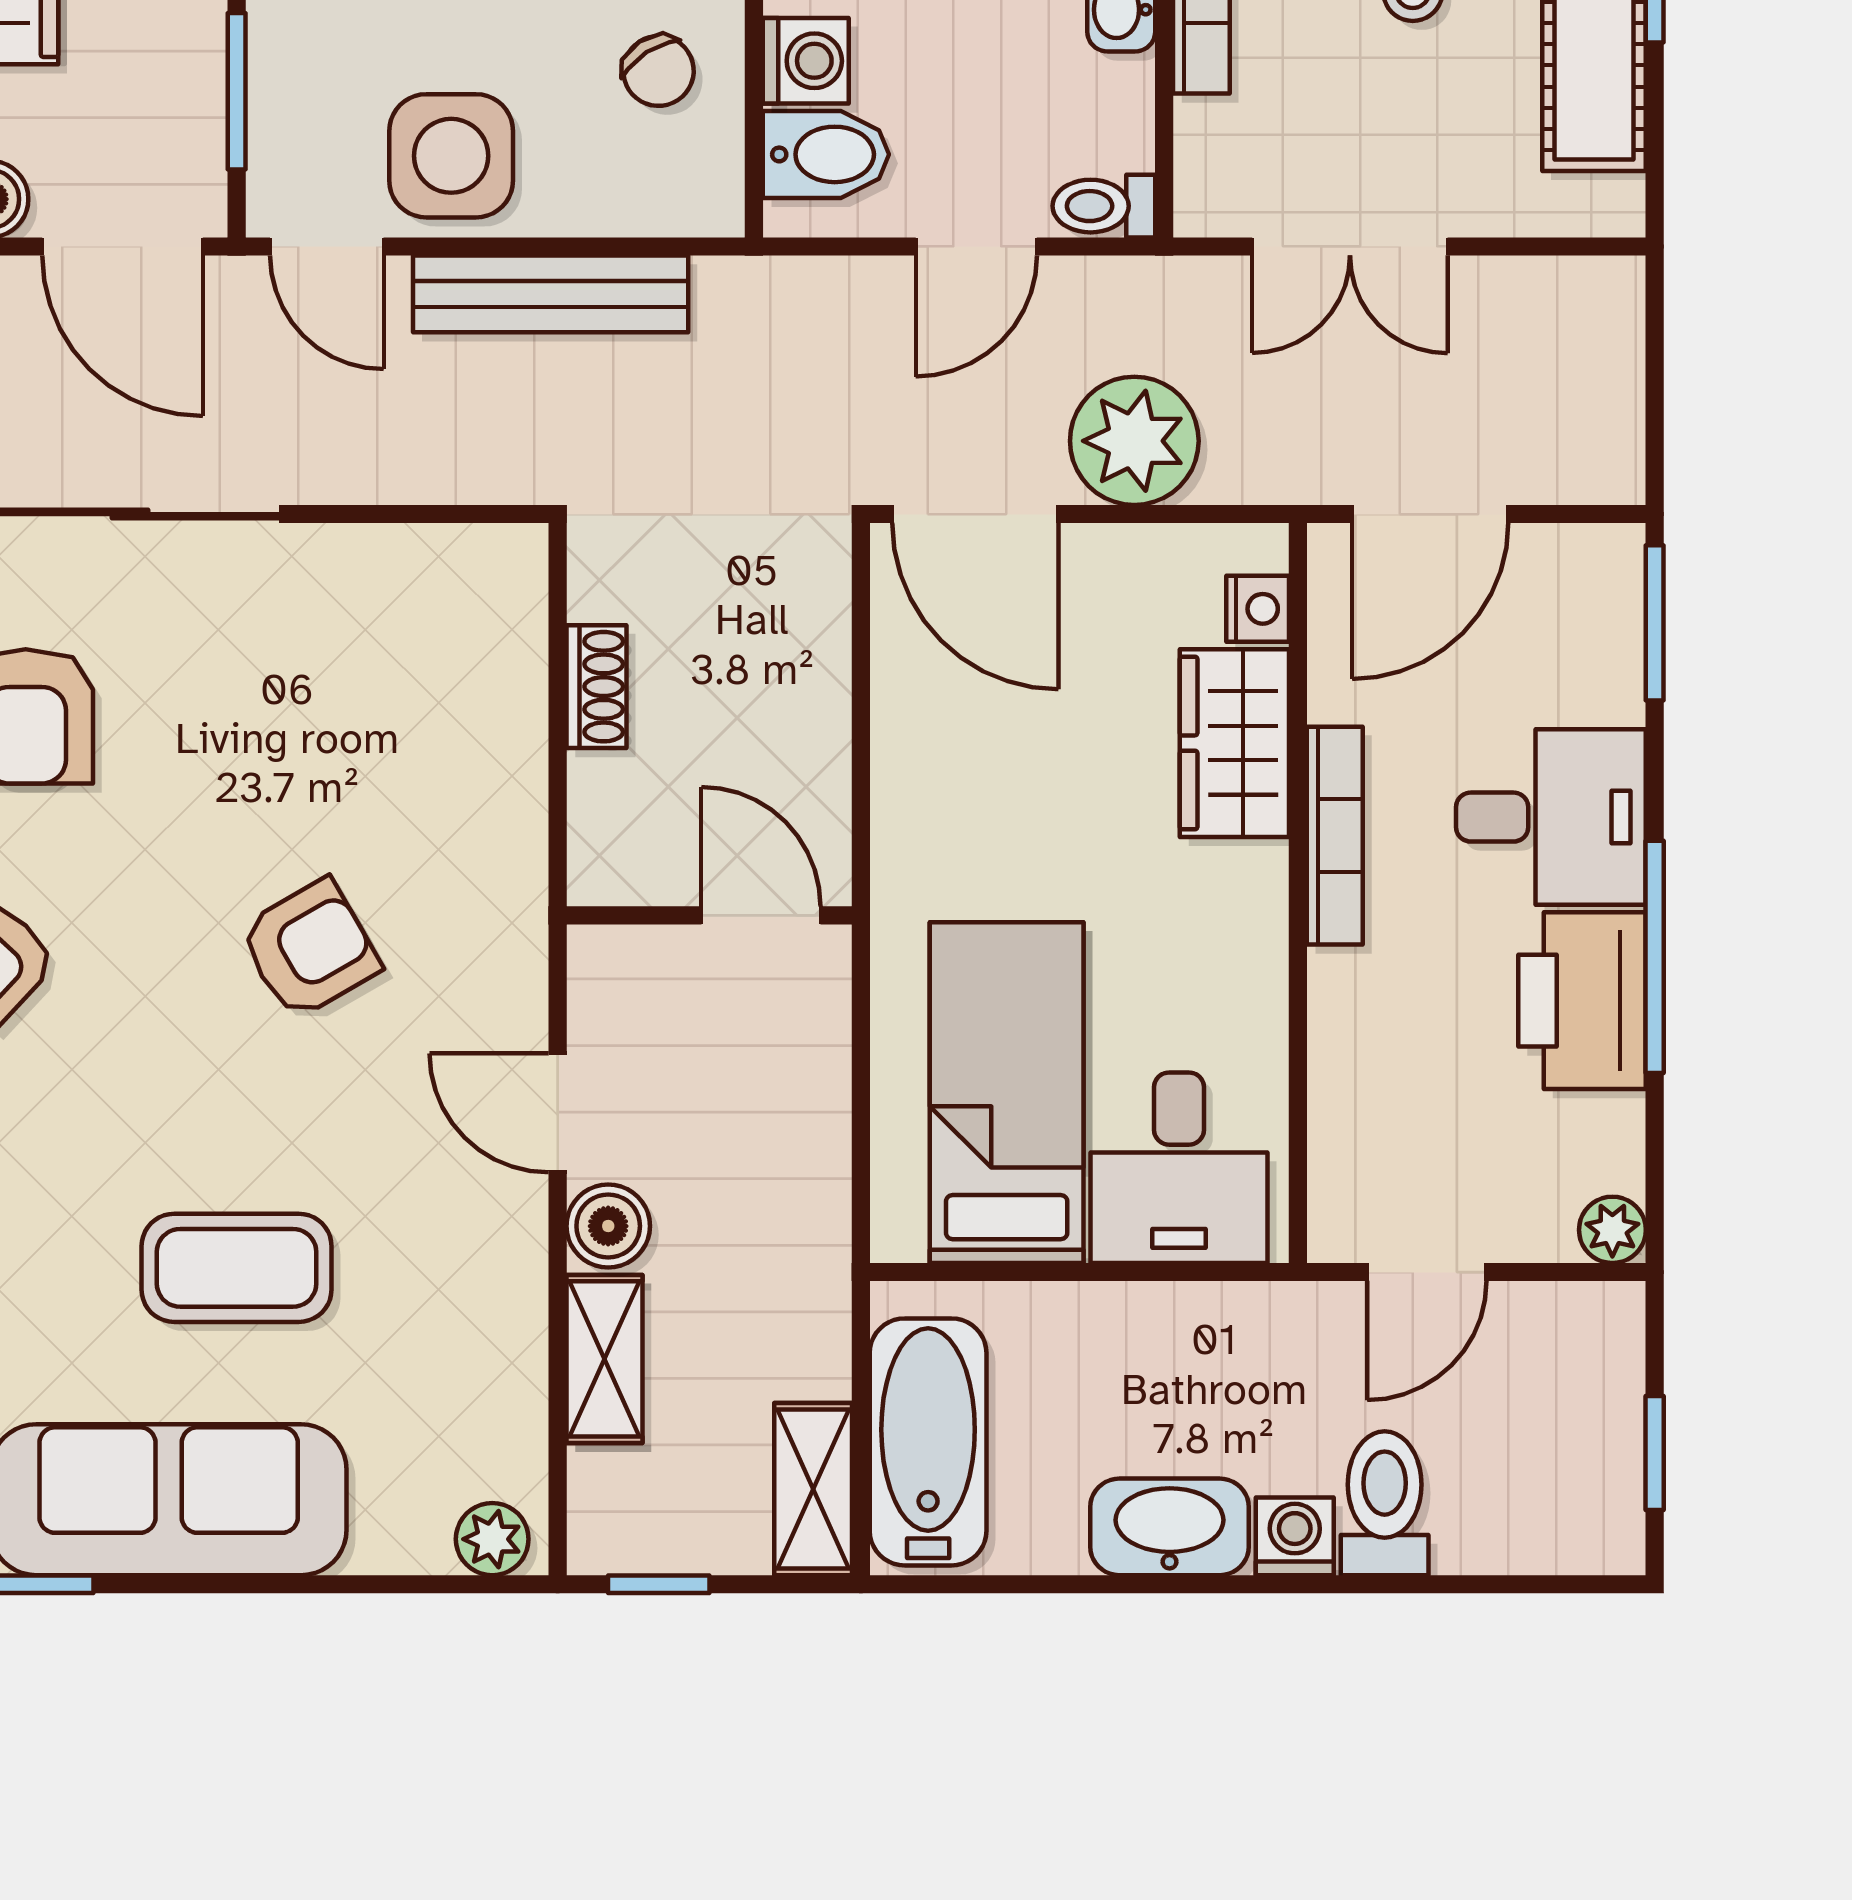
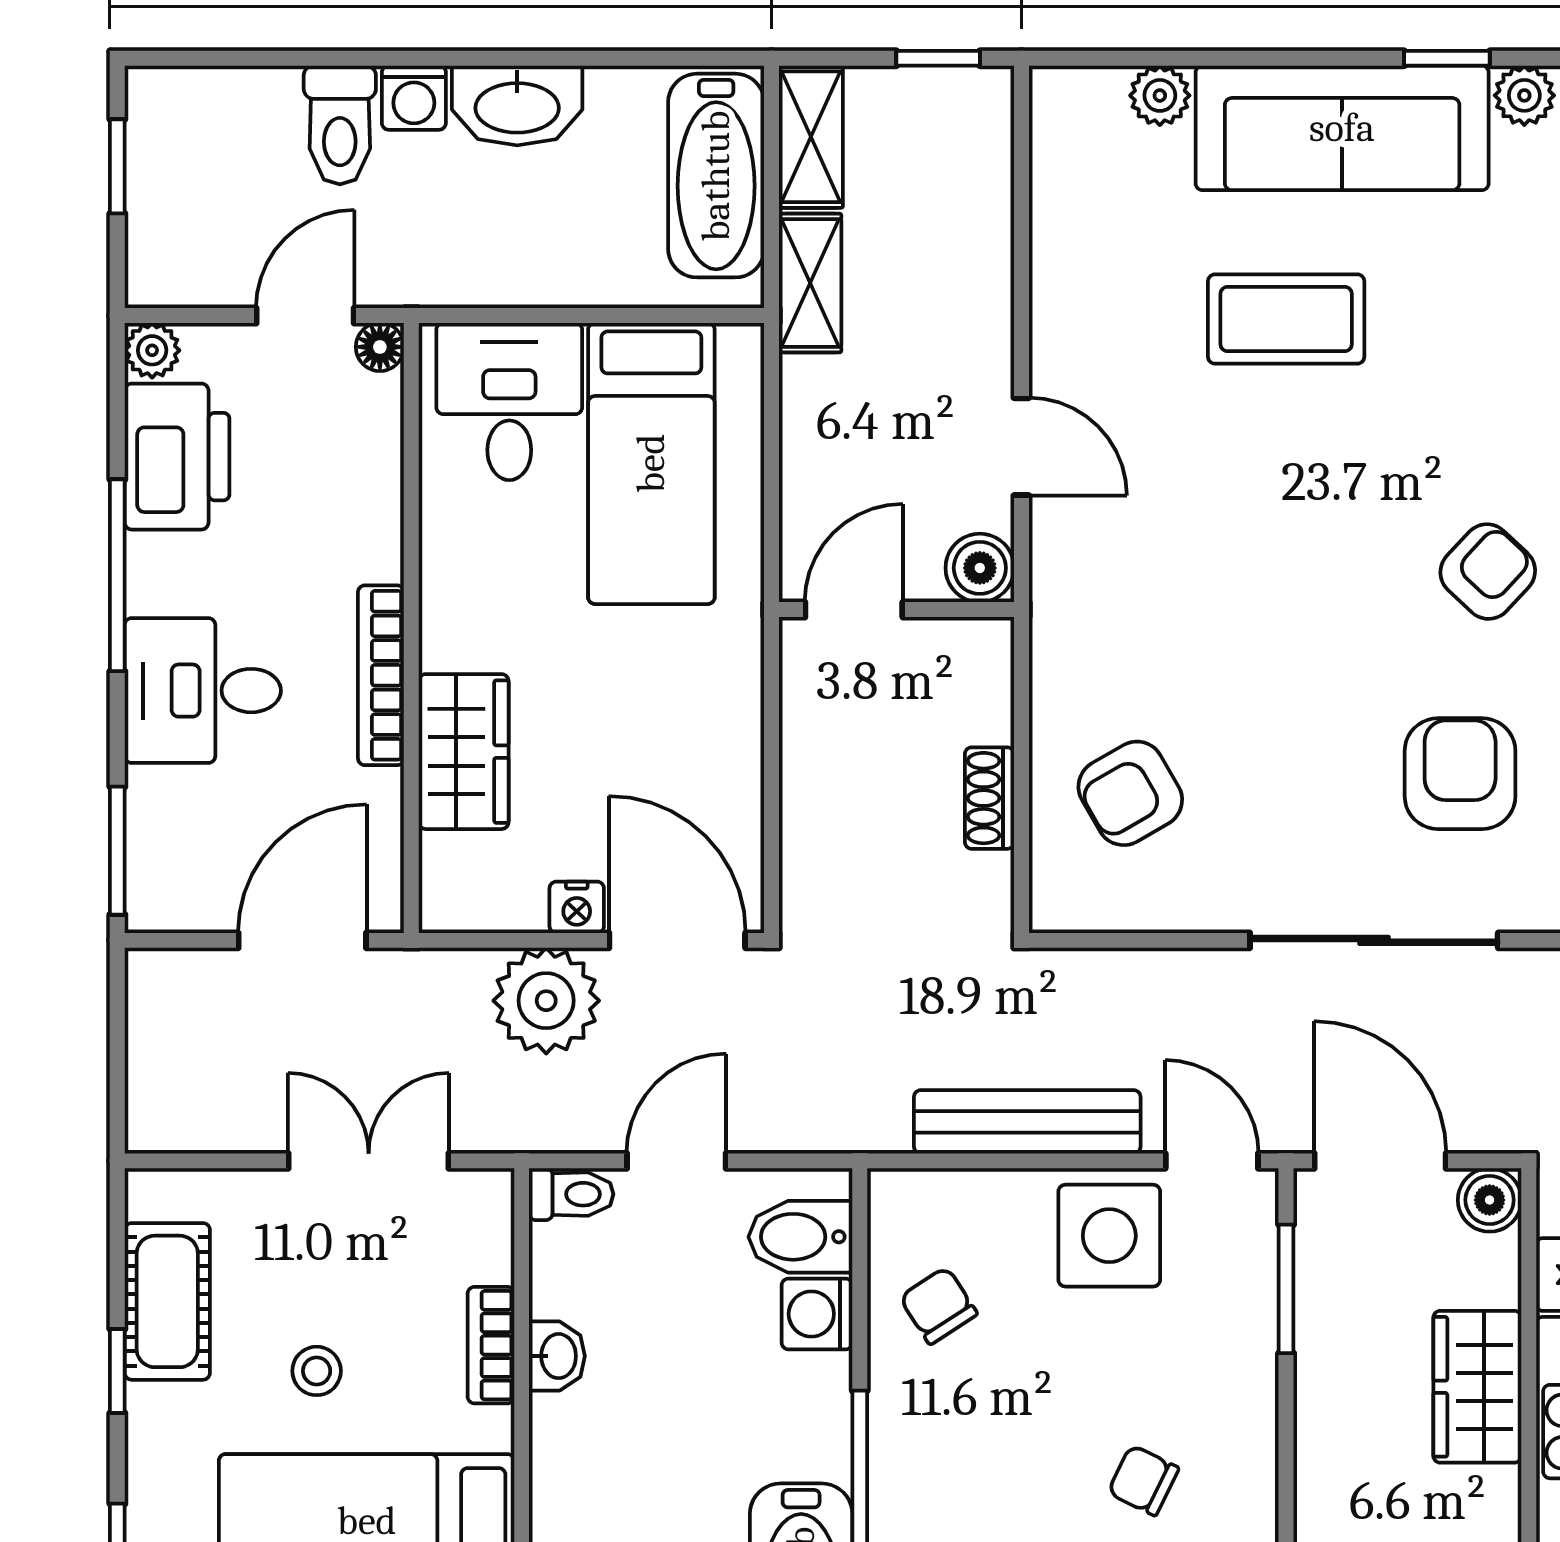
nightstand: (1258, 609) -> (577, 907), moved, turned -90
door: (761, 915) -> (854, 610), swing flipped
armchair: (309, 949) -> (1130, 793), moved
printer: (1582, 1001) -> (177, 457), moved
boiler: (608, 1226) -> (980, 568), moved
floor lamp: (1336, 1234) -> (380, 347), added
shelving: (604, 1359) -> (810, 283), moved
plant: (492, 1539) -> (1160, 95), moved

